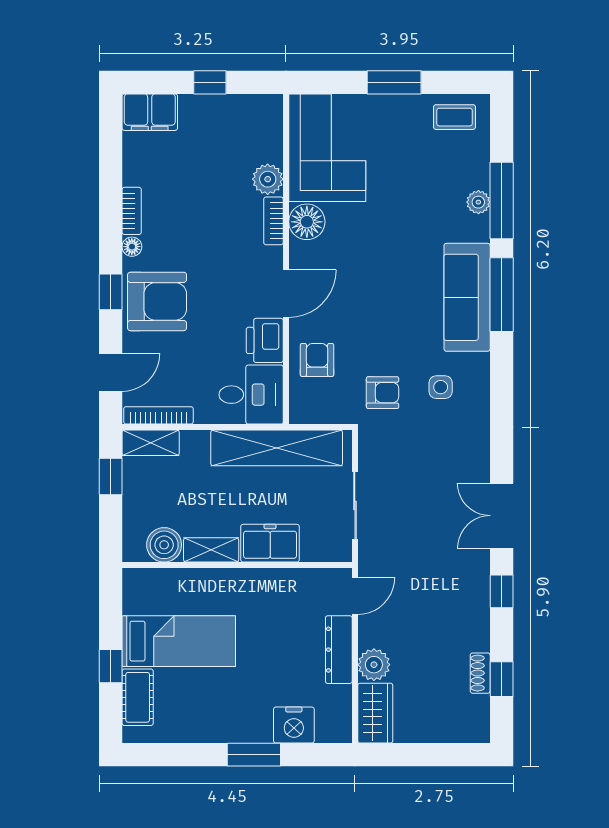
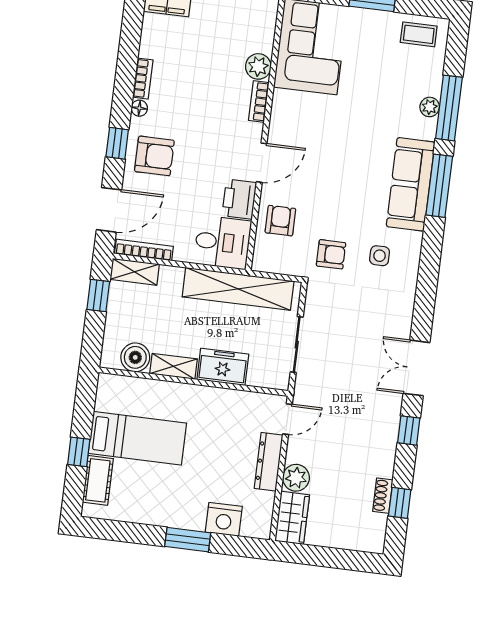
floor lamp: (307, 222) -> (286, 106), removed
armchair: (157, 301) -> (154, 156), width x0.73, depth x0.73
door: (111, 373) -> (109, 210), width x1.38

